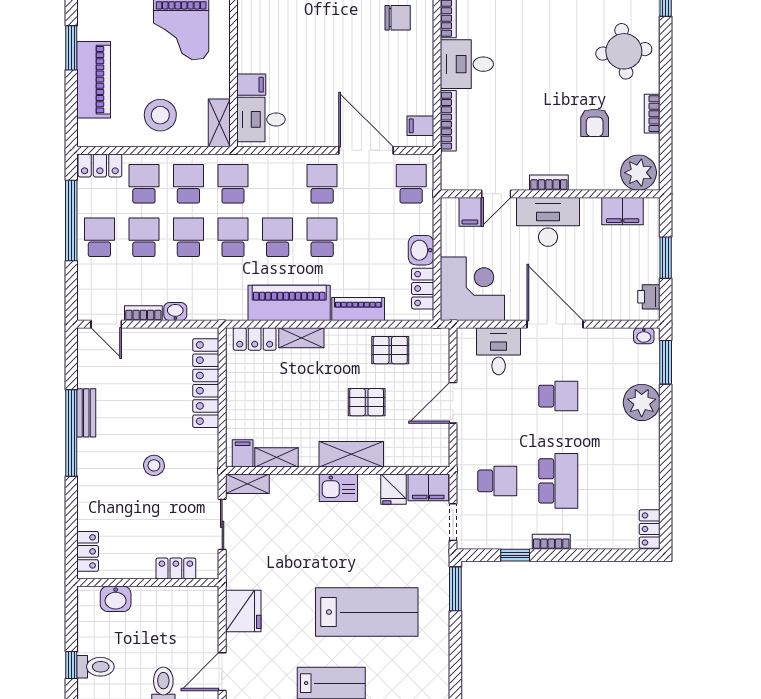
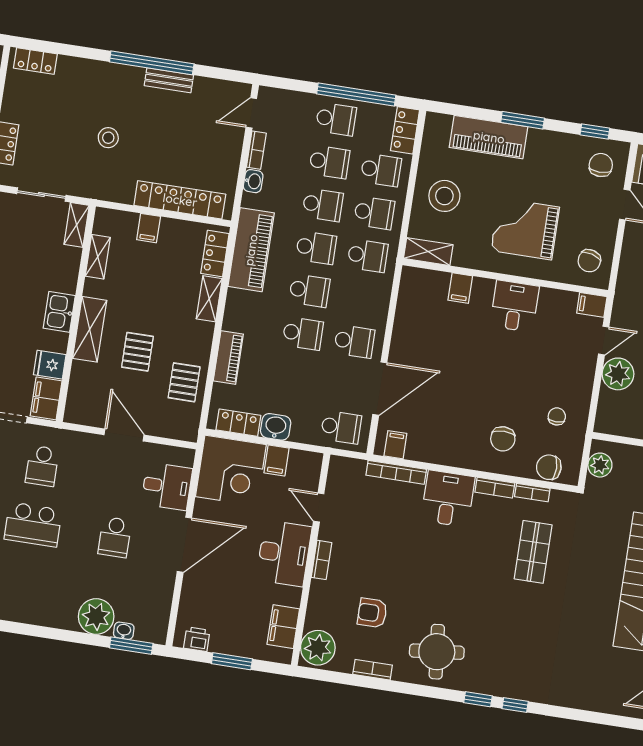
desk: (261, 119) -> (515, 306), moved
filing cabinet: (470, 212) -> (276, 460), moved, turned -90
piano: (289, 303) -> (251, 250), moved
washbasin: (644, 336) -> (124, 631), moved, turned 90
filing cabinet: (243, 453) -> (149, 228), moved, turned 90

